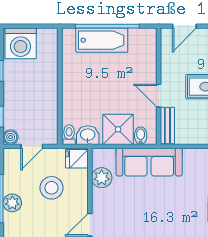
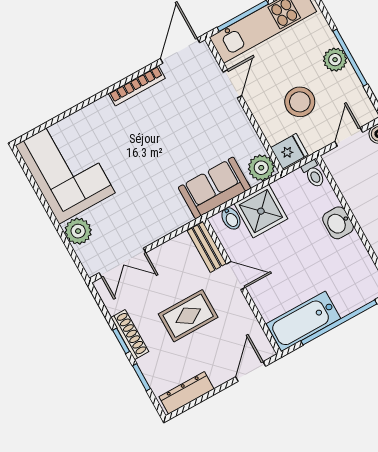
bathtub: (102, 40) -> (303, 321), moved
washbasin: (88, 135) -> (338, 223), moved, turned 90
sofa: (149, 162) -> (214, 188), width x0.73
plant: (102, 178) -> (261, 168), moved

